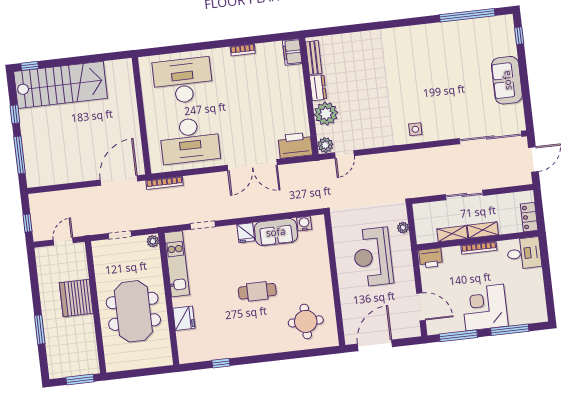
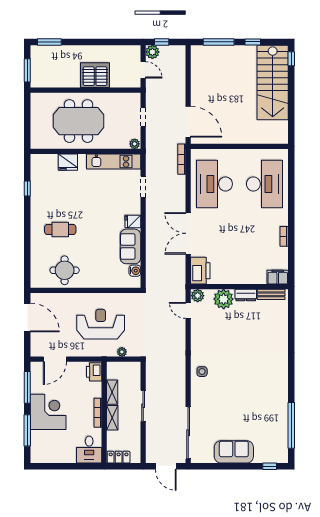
plant: (41, 233) -> (152, 52), added
cafe table: (257, 291) -> (60, 230), moved, turned 90
round table: (306, 321) -> (65, 270), moved
window: (40, 330) -> (49, 42), moved

